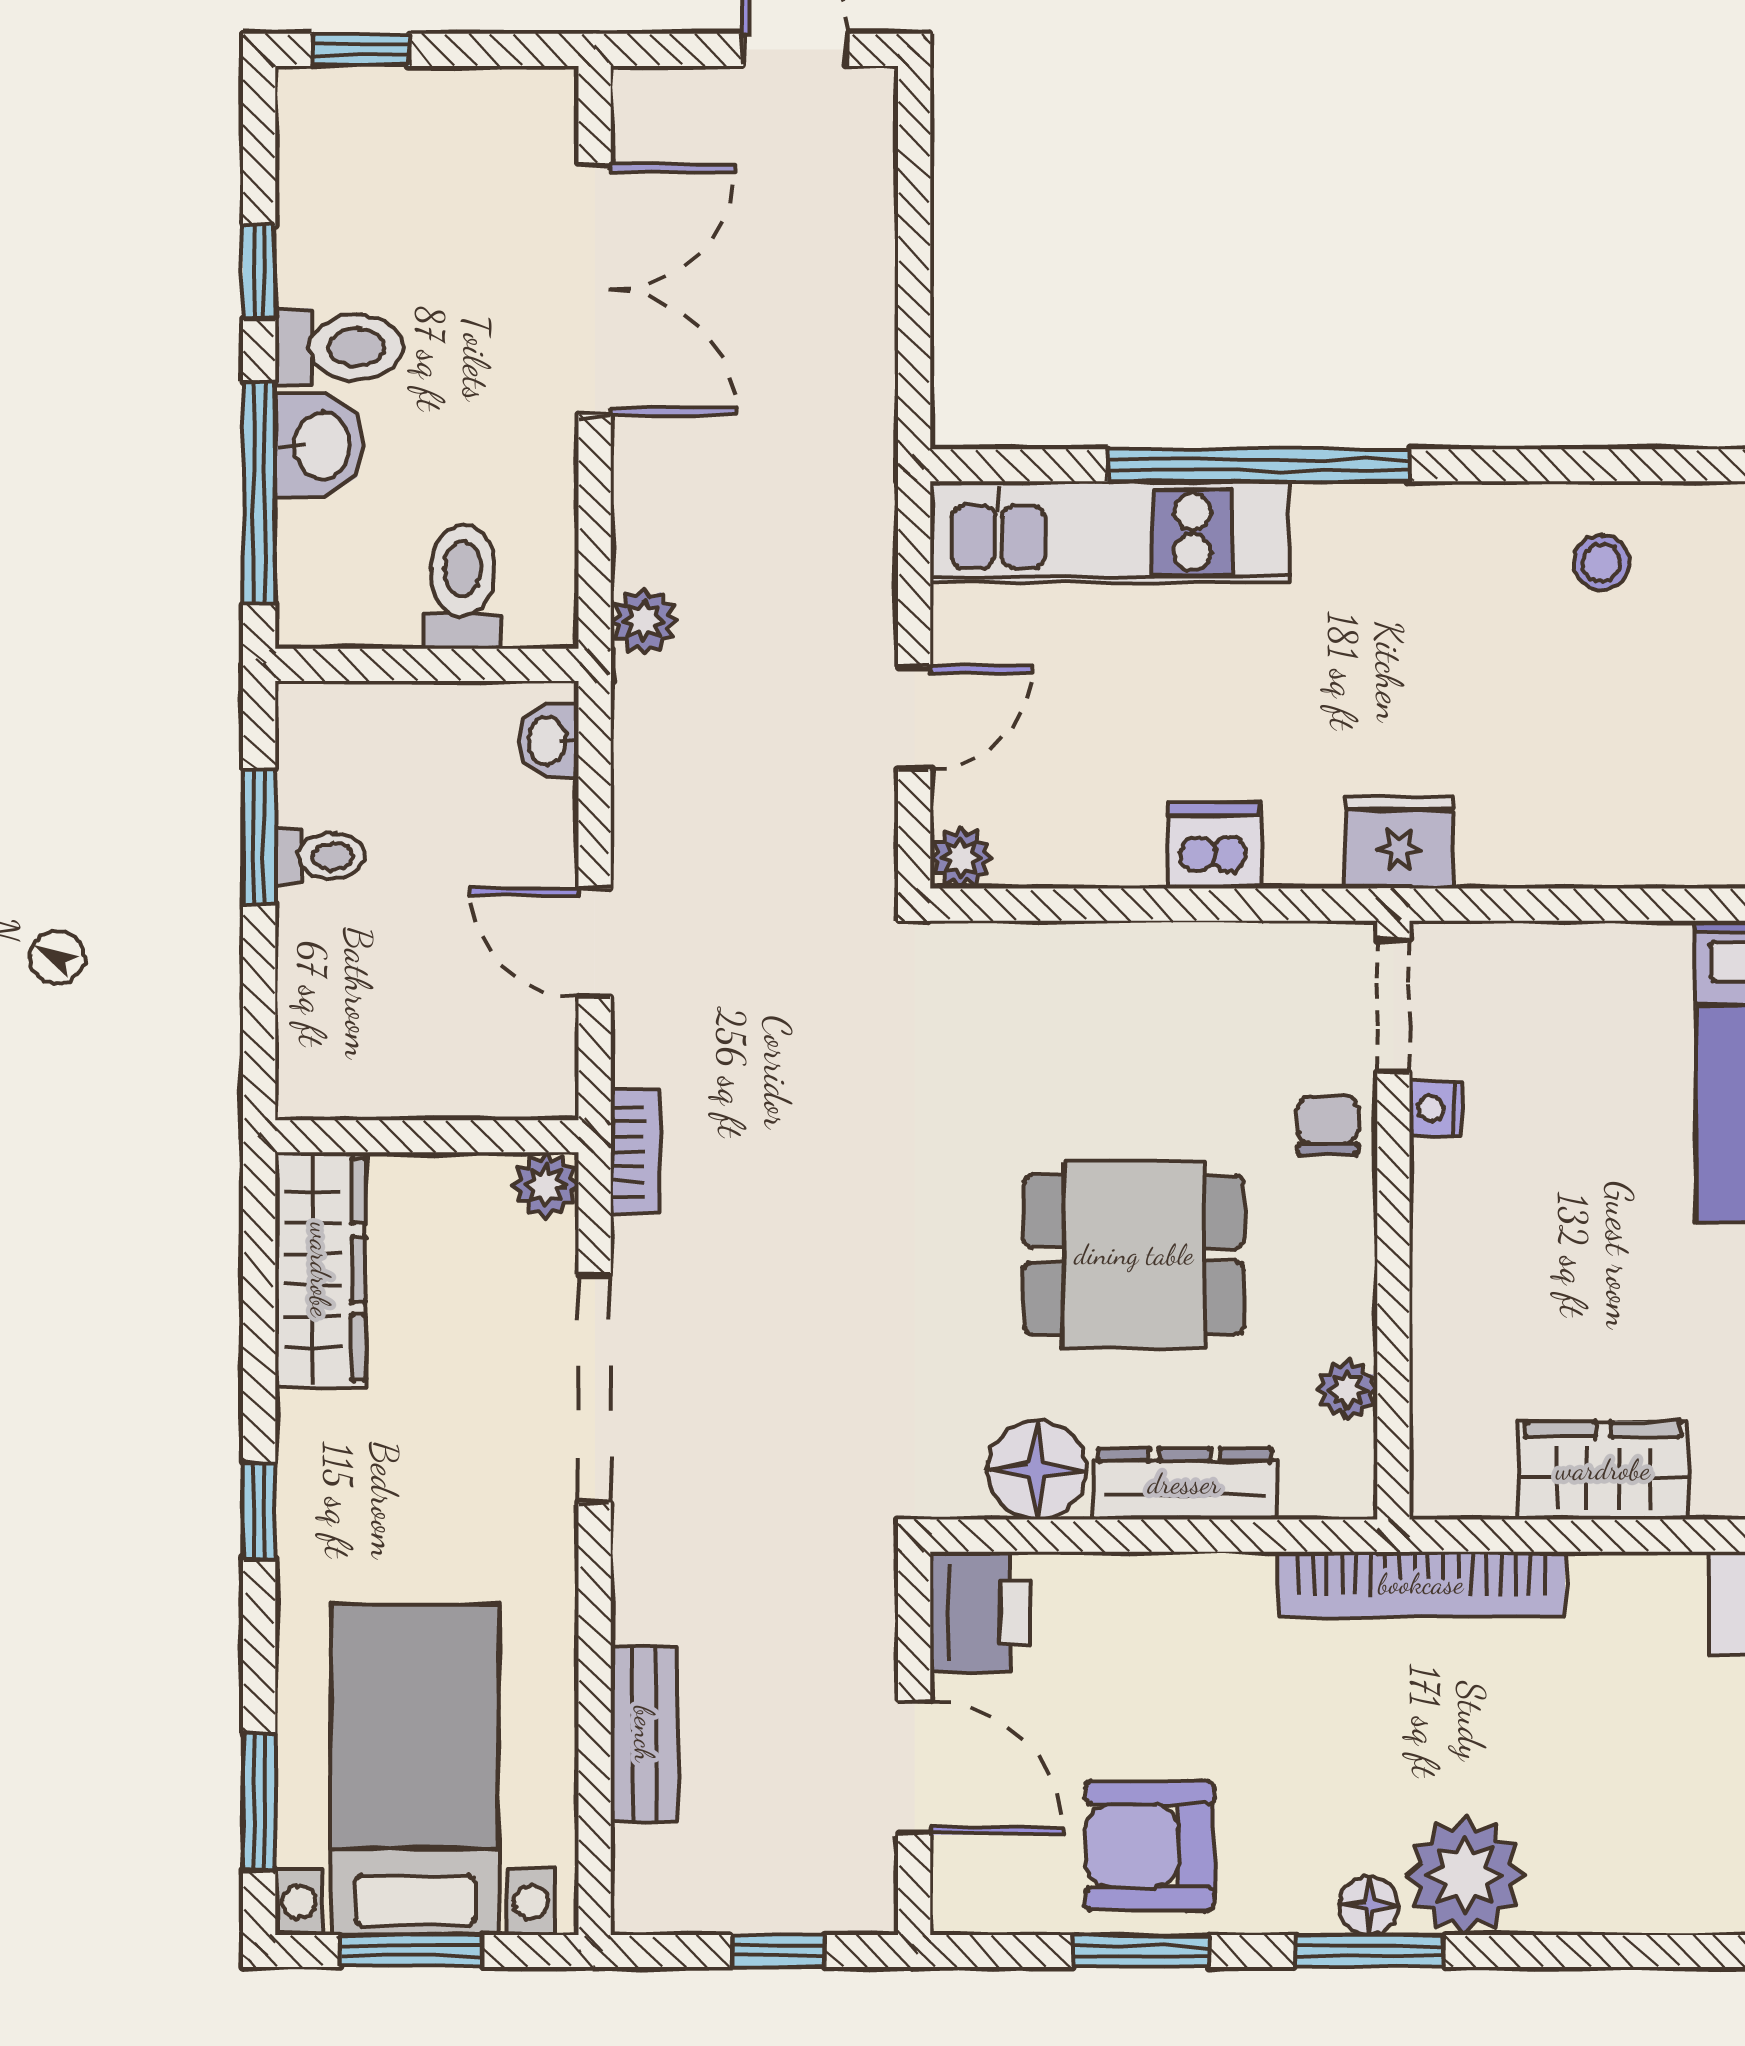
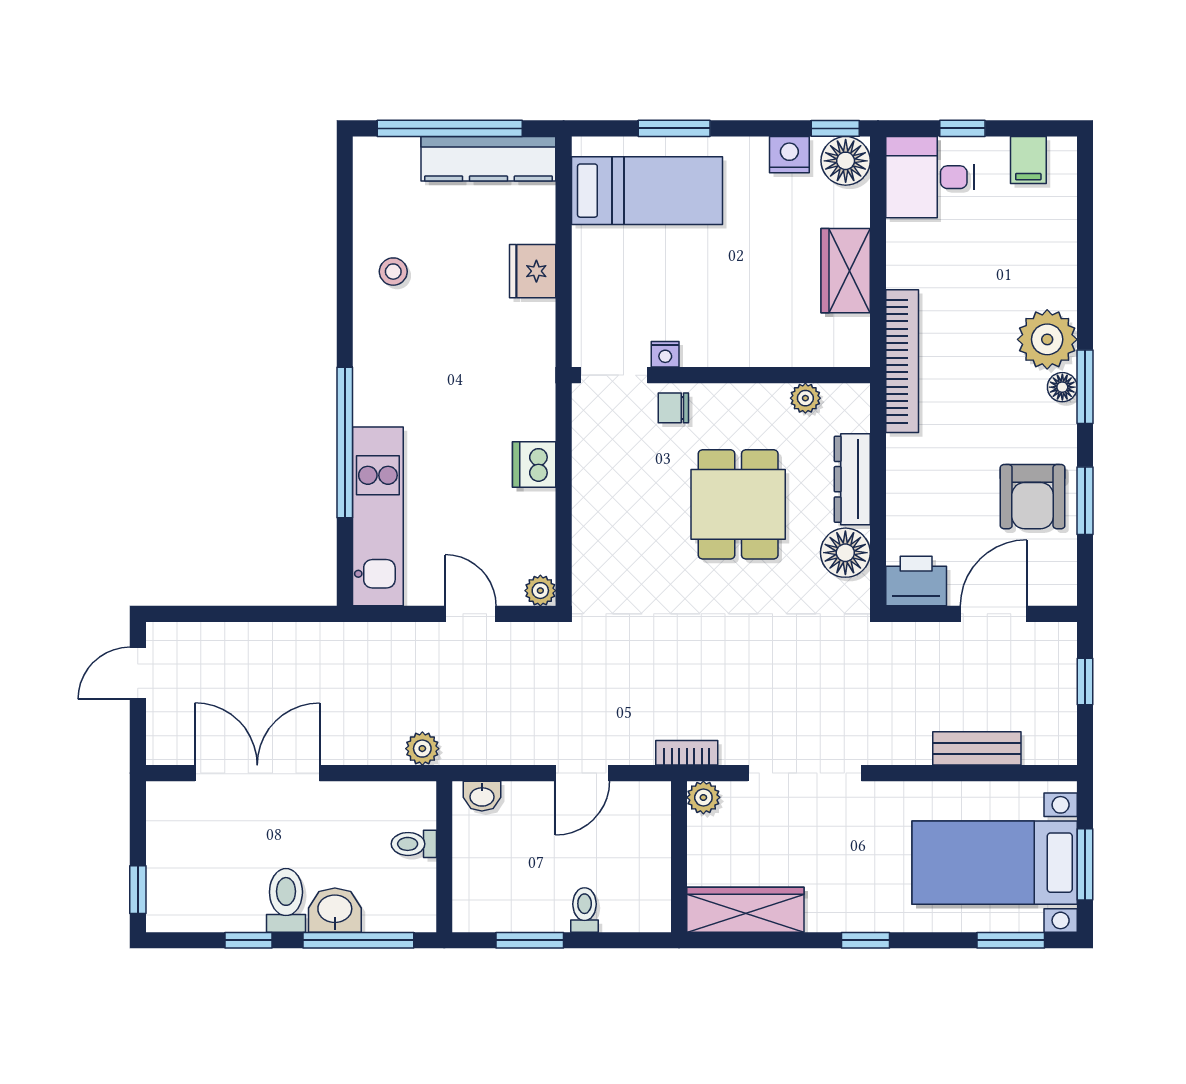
toilet: (463, 587) -> (414, 844), width x0.73, depth x0.72
fridge: (1399, 842) -> (533, 271), moved
toilet: (320, 856) -> (585, 910), moved

